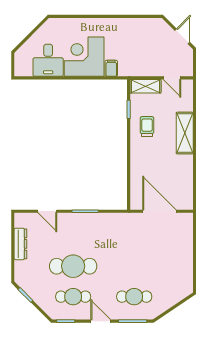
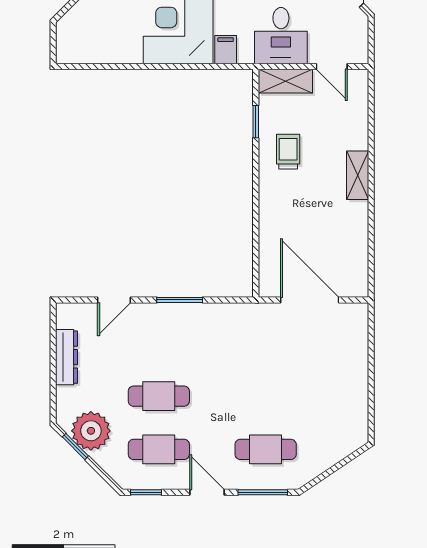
desk: (48, 60) -> (281, 36), moved
shelving: (185, 133) -> (358, 175), width x0.67, depth x0.75
door: (47, 211) -> (114, 300), hinge flipped
cafe table: (73, 266) -> (159, 396), width x0.73, depth x0.74
plant: (34, 286) -> (91, 431), added

